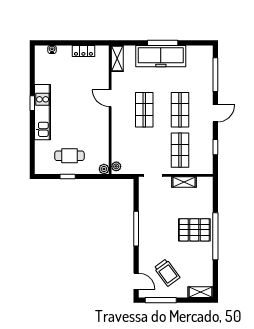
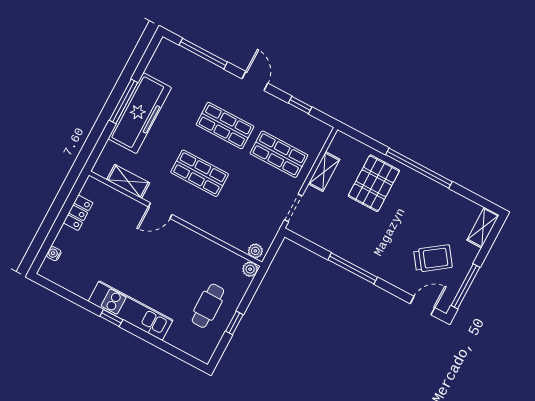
shelving: (117, 58) -> (128, 181), moved
pallet: (194, 230) -> (374, 183), moved

